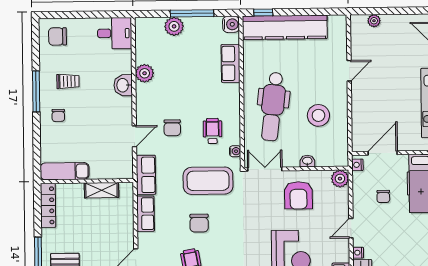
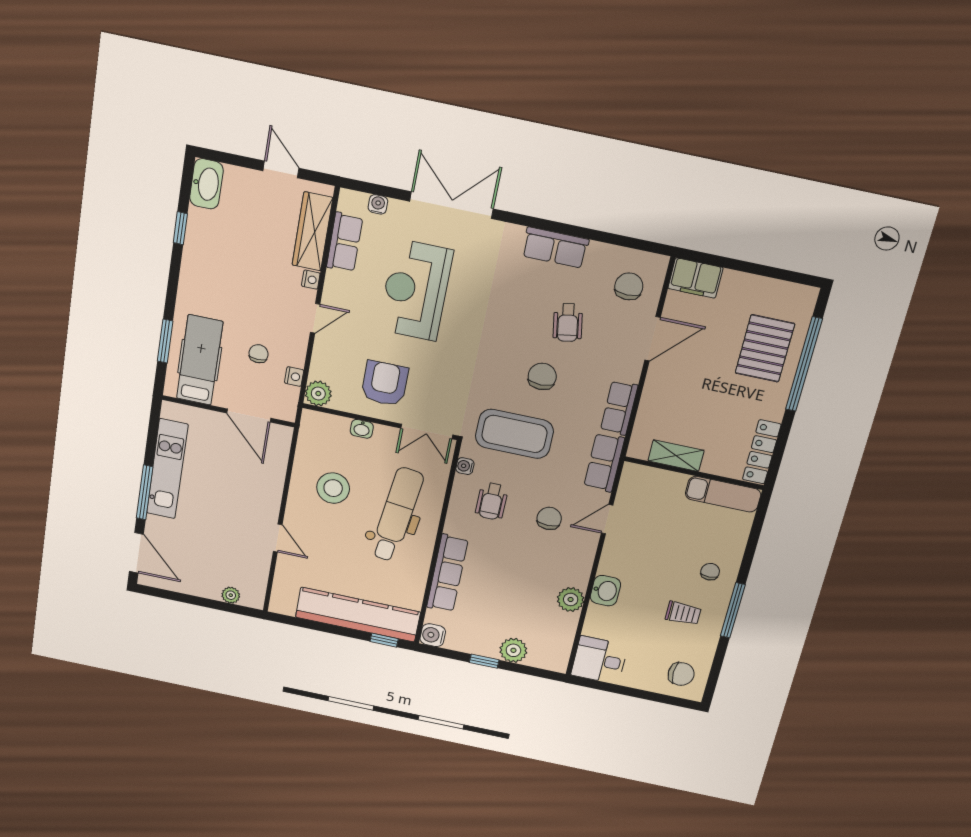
window: (192, 13) -> (484, 661), width x0.46
row of seats: (231, 63) -> (447, 573), width x1.48
door: (349, 71) -> (278, 538), swing flipped
trolley: (68, 81) -> (683, 613), turned 180
door: (383, 153) -> (249, 416), hinge flipped
nightstand: (357, 165) -> (294, 377), moved

